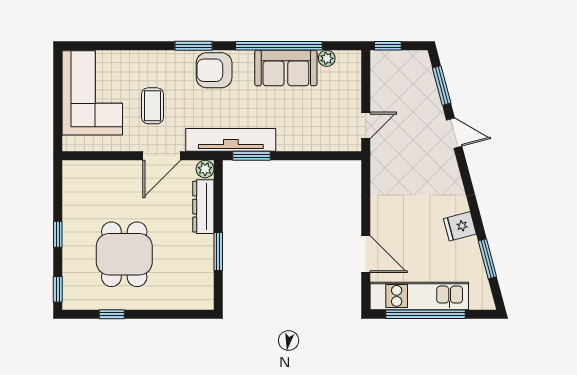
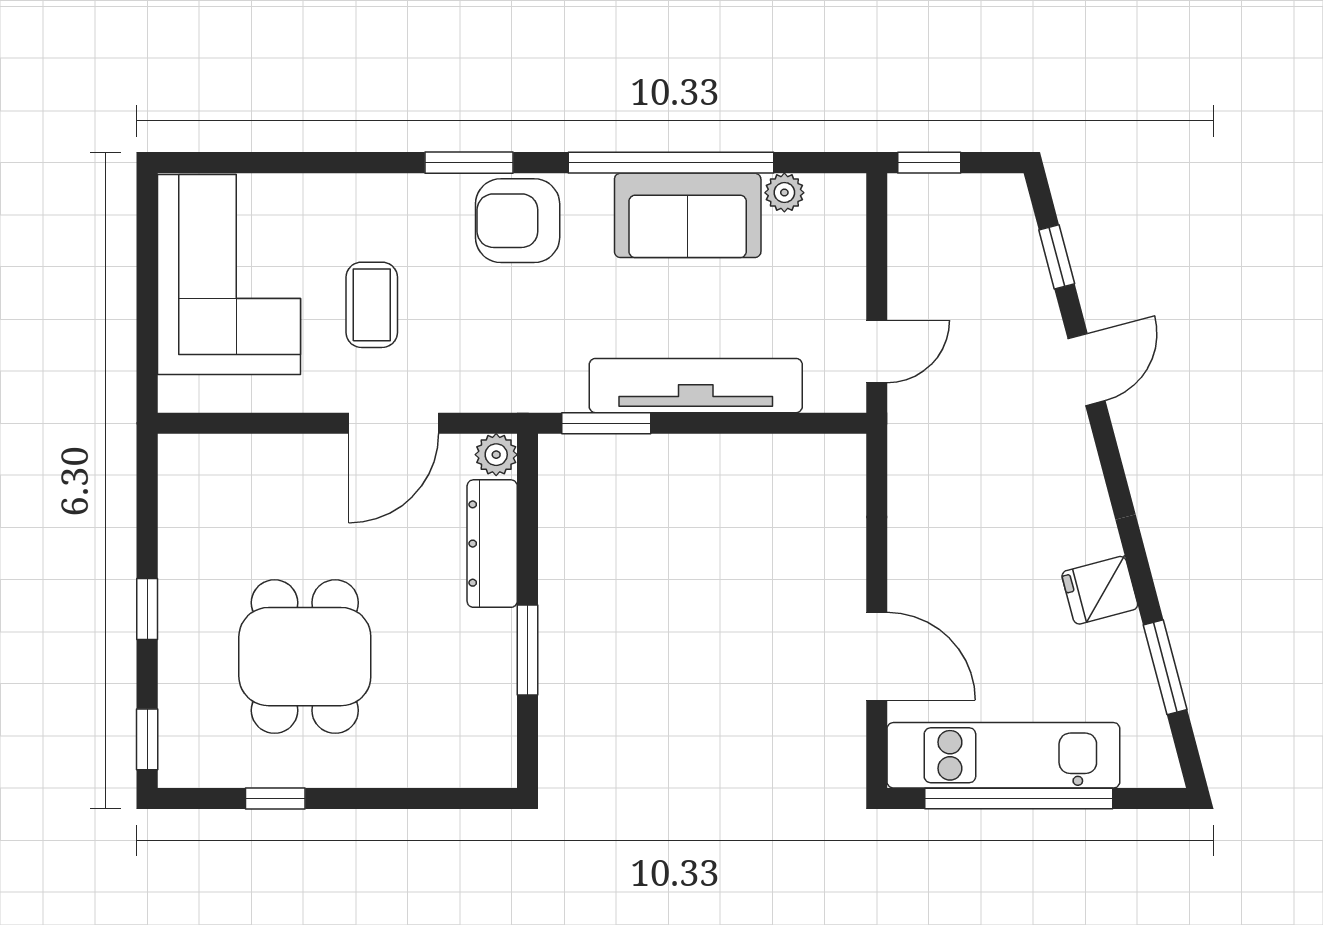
window: (442, 86) -> (1057, 257), width x0.67
door: (454, 133) -> (1086, 370), hinge flipped
tv unit: (231, 140) -> (696, 386), moved

